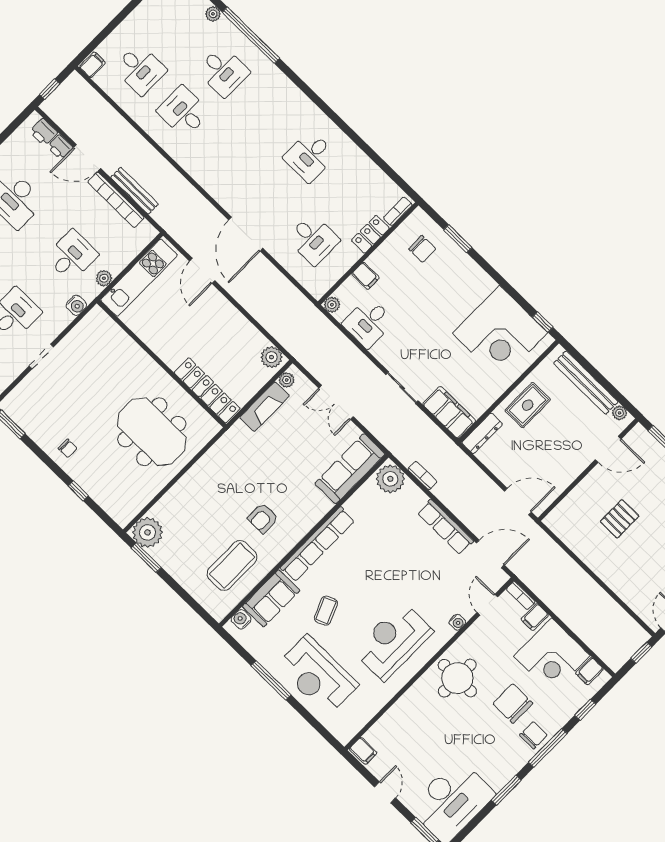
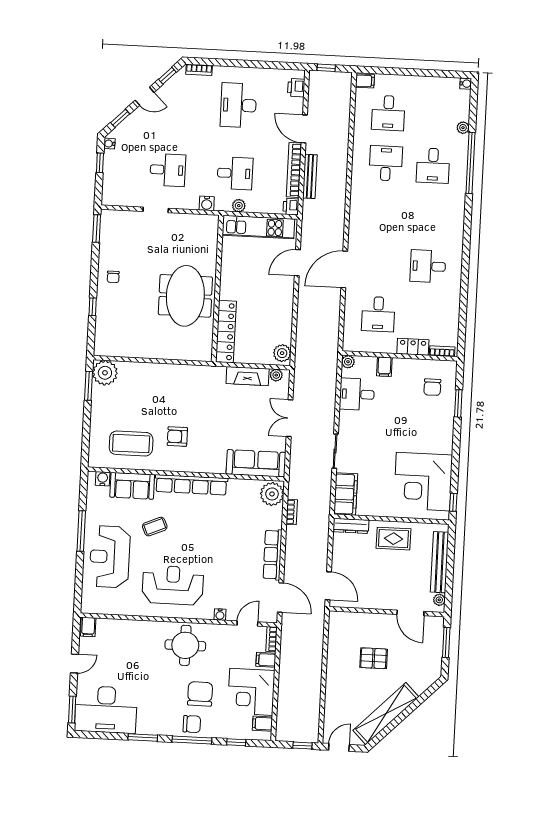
printer: (60, 147) -> (291, 207), moved
meeting table: (152, 432) -> (185, 296), moved

